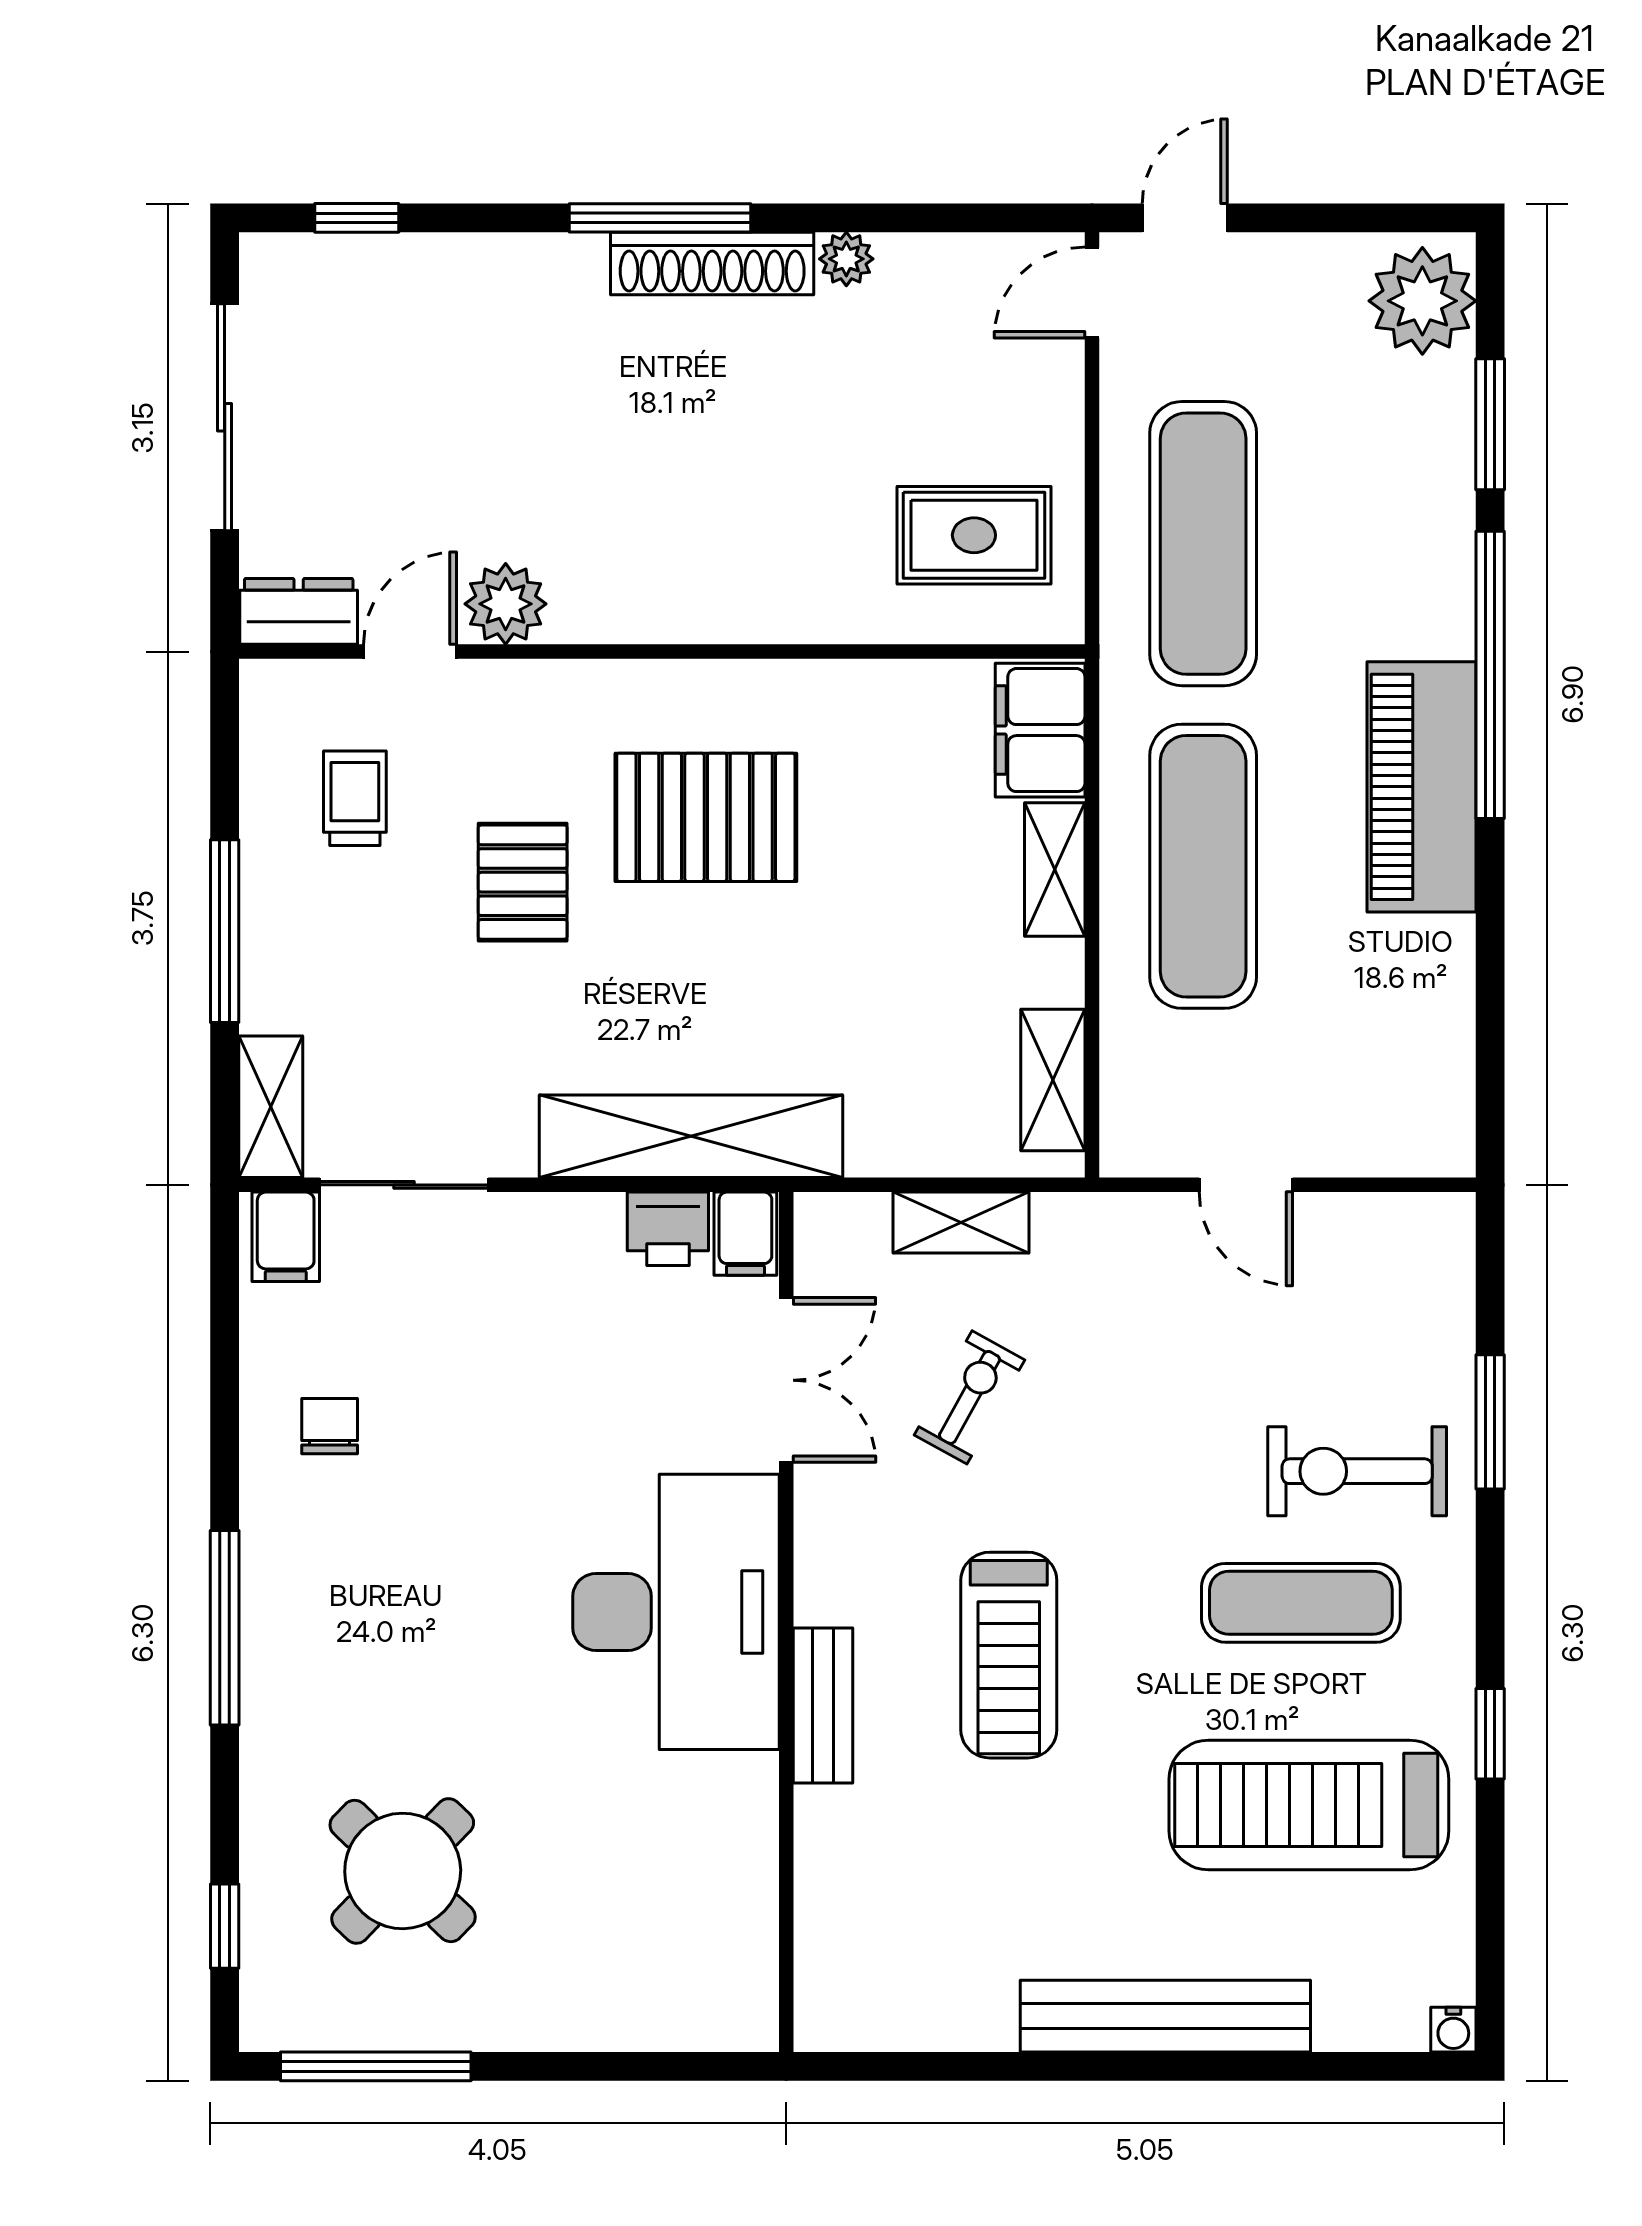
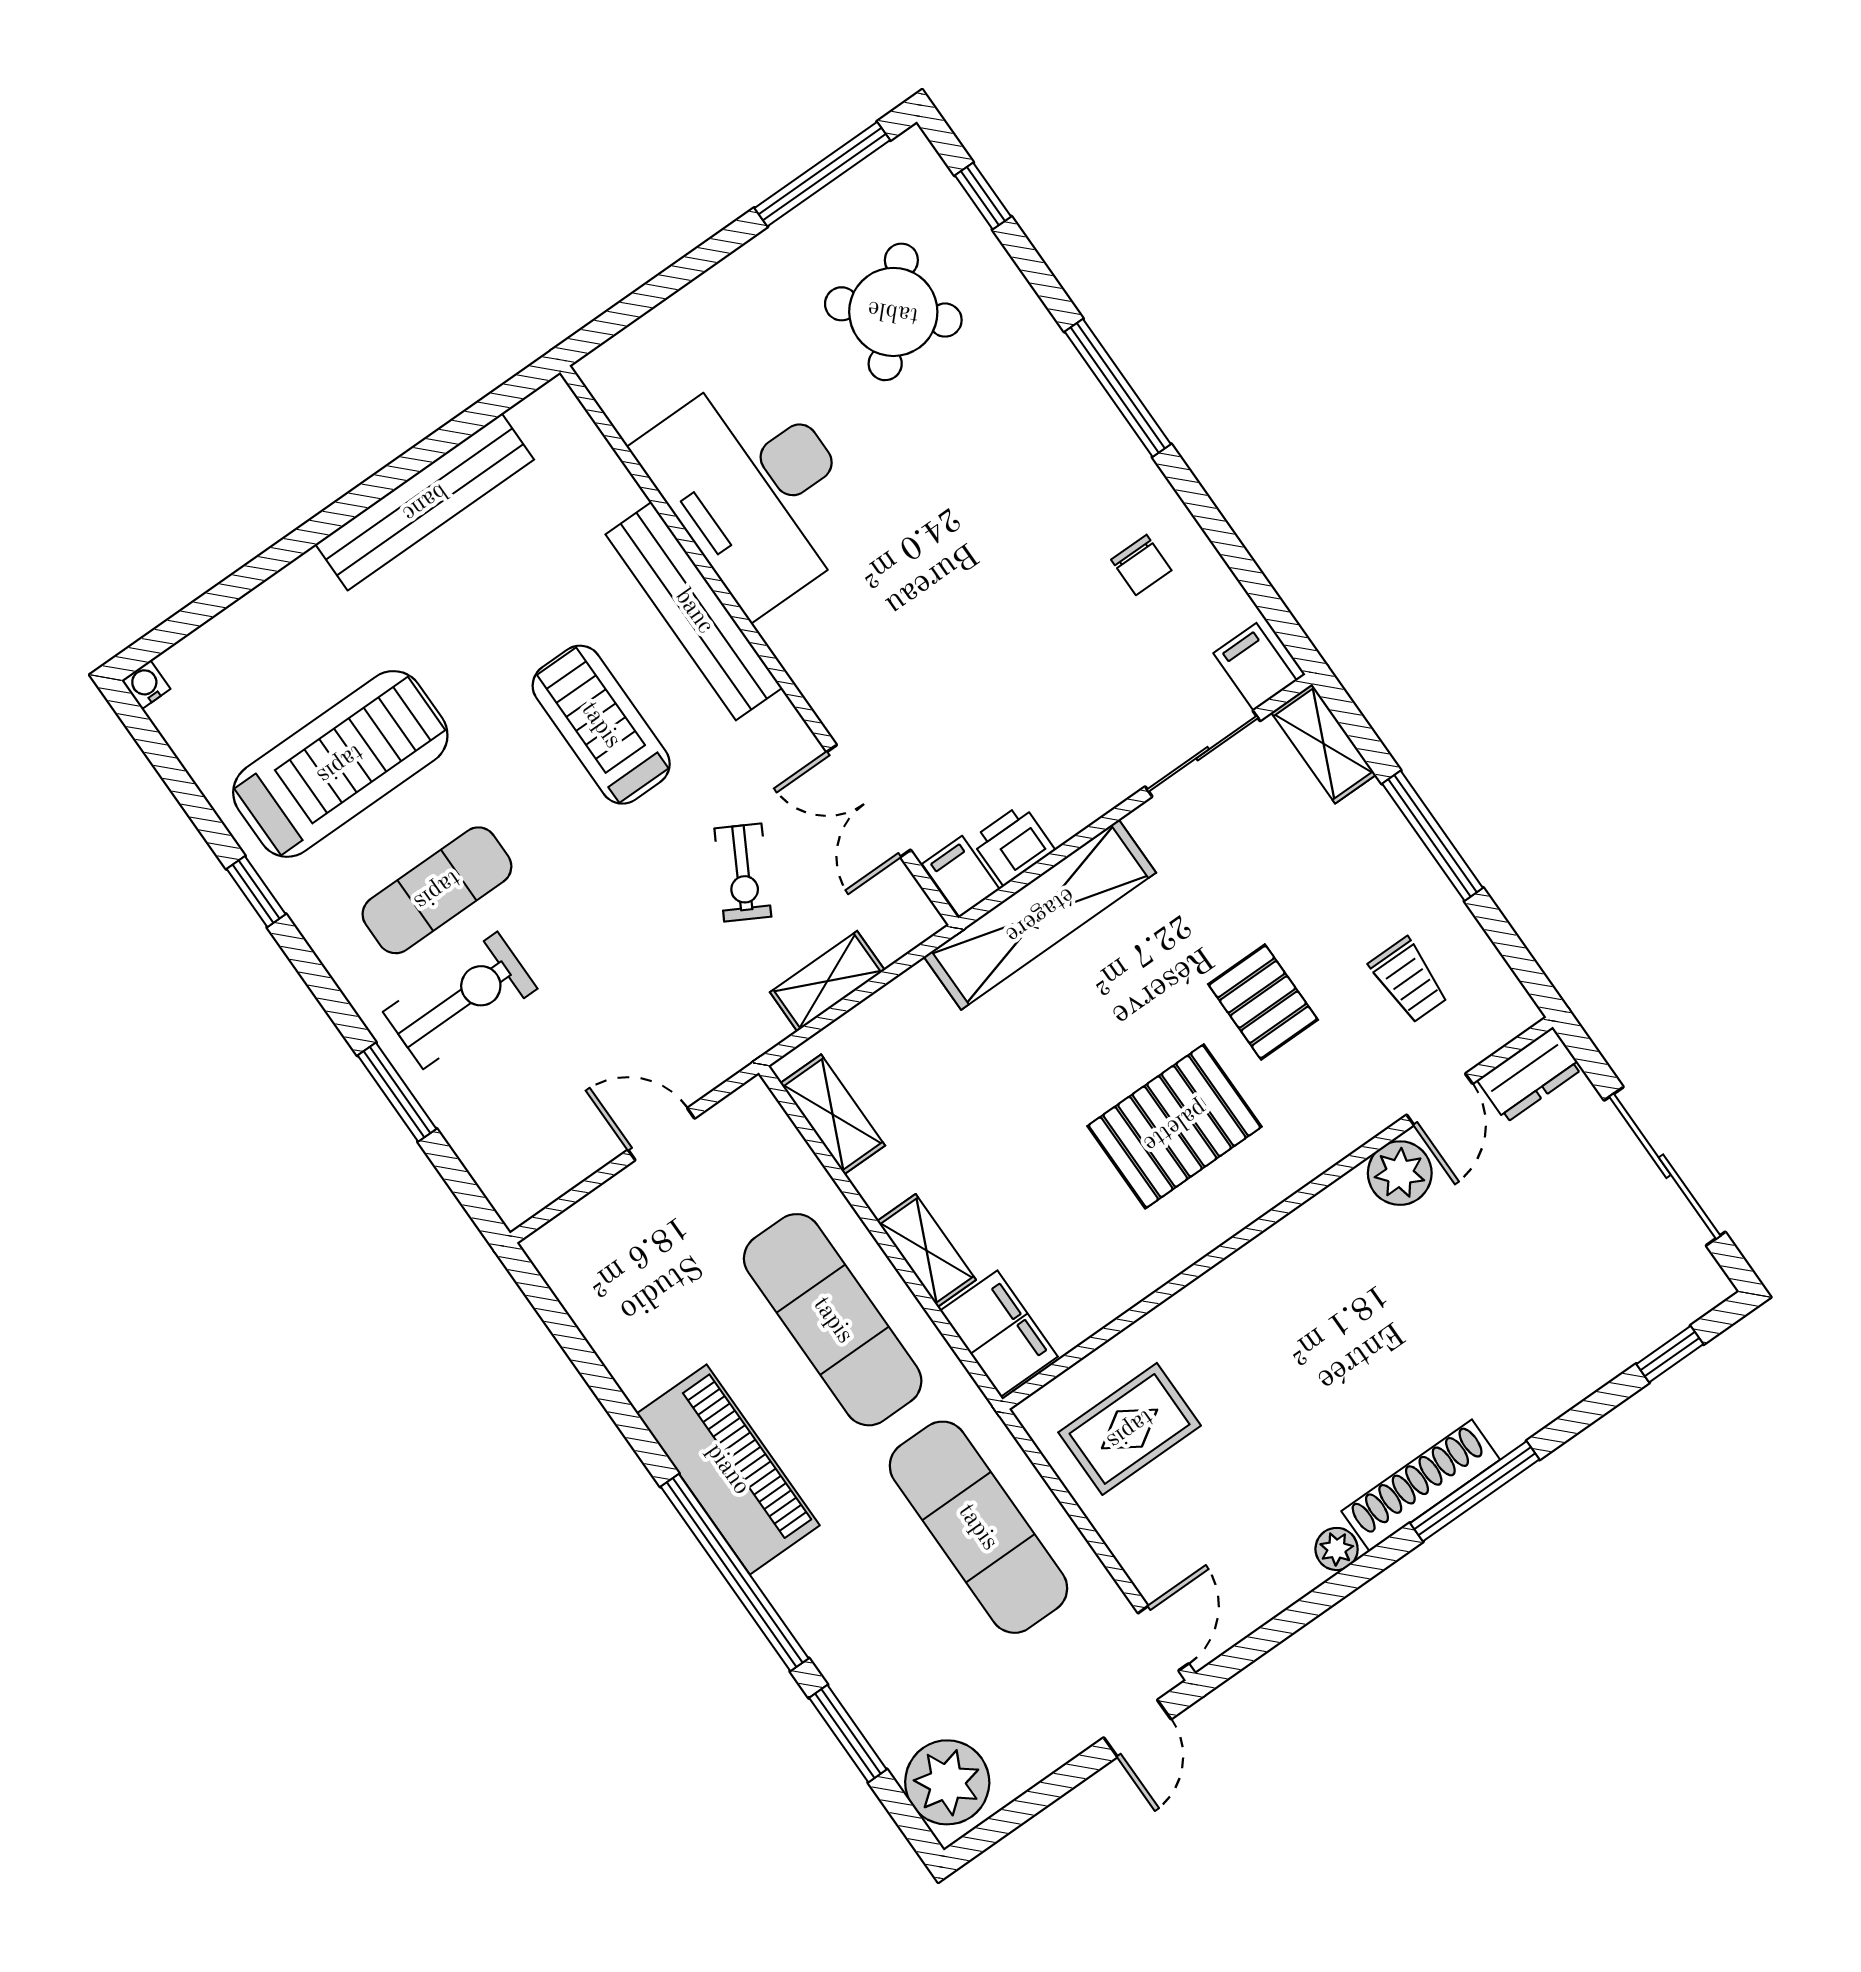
desk: (676, 1612) -> (755, 489), moved
bench: (823, 1705) -> (694, 611), width x1.86, depth x1.21
bench: (1165, 2016) -> (425, 502), moved

